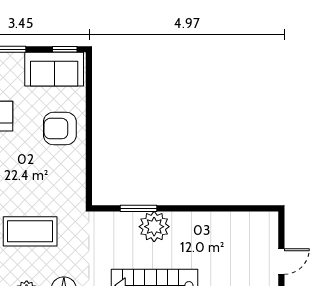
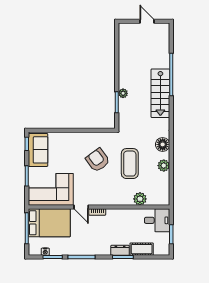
armchair: (60, 129) -> (98, 160), moved, turned 144
plant: (154, 227) -> (123, 93), width x0.53, depth x0.53

